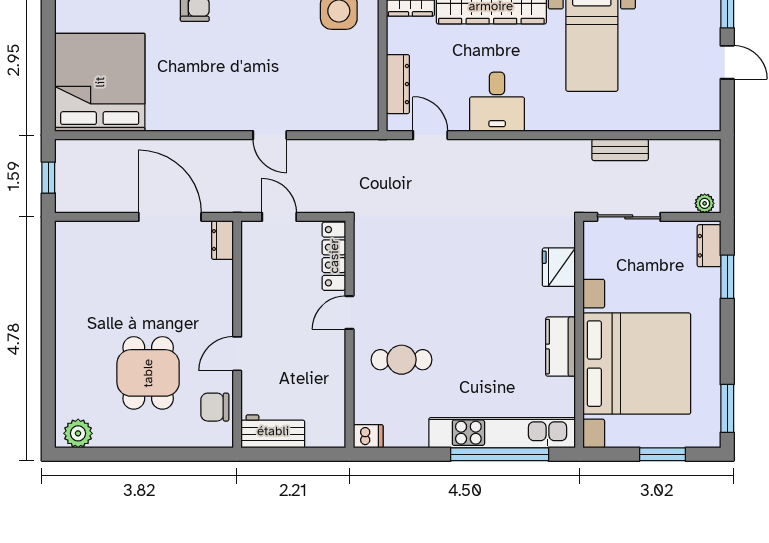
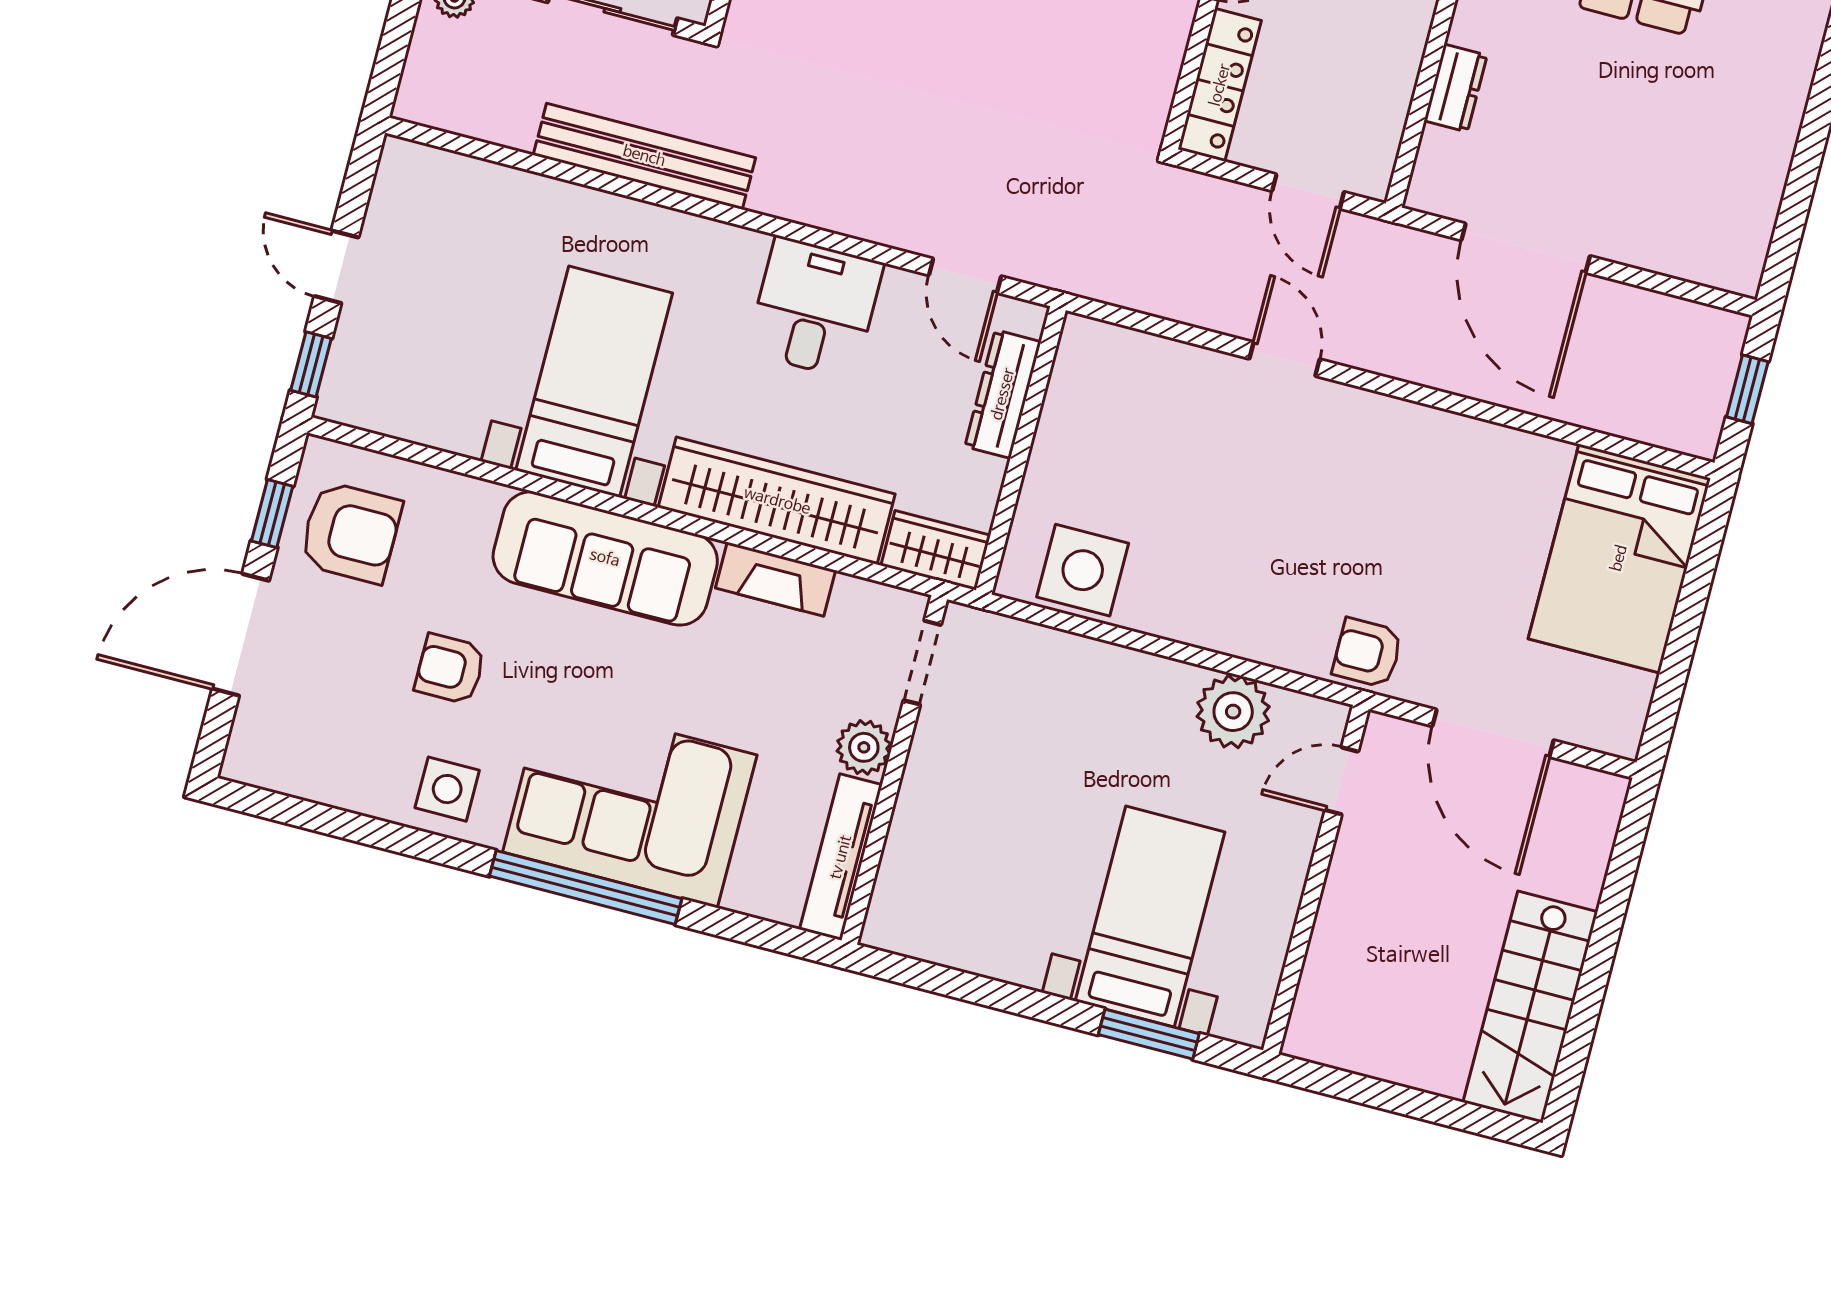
bed: (100, 82) -> (1619, 558), width x0.73
bench: (620, 150) -> (644, 156), width x1.86, depth x1.21
dresser: (222, 240) -> (1456, 88), moved

